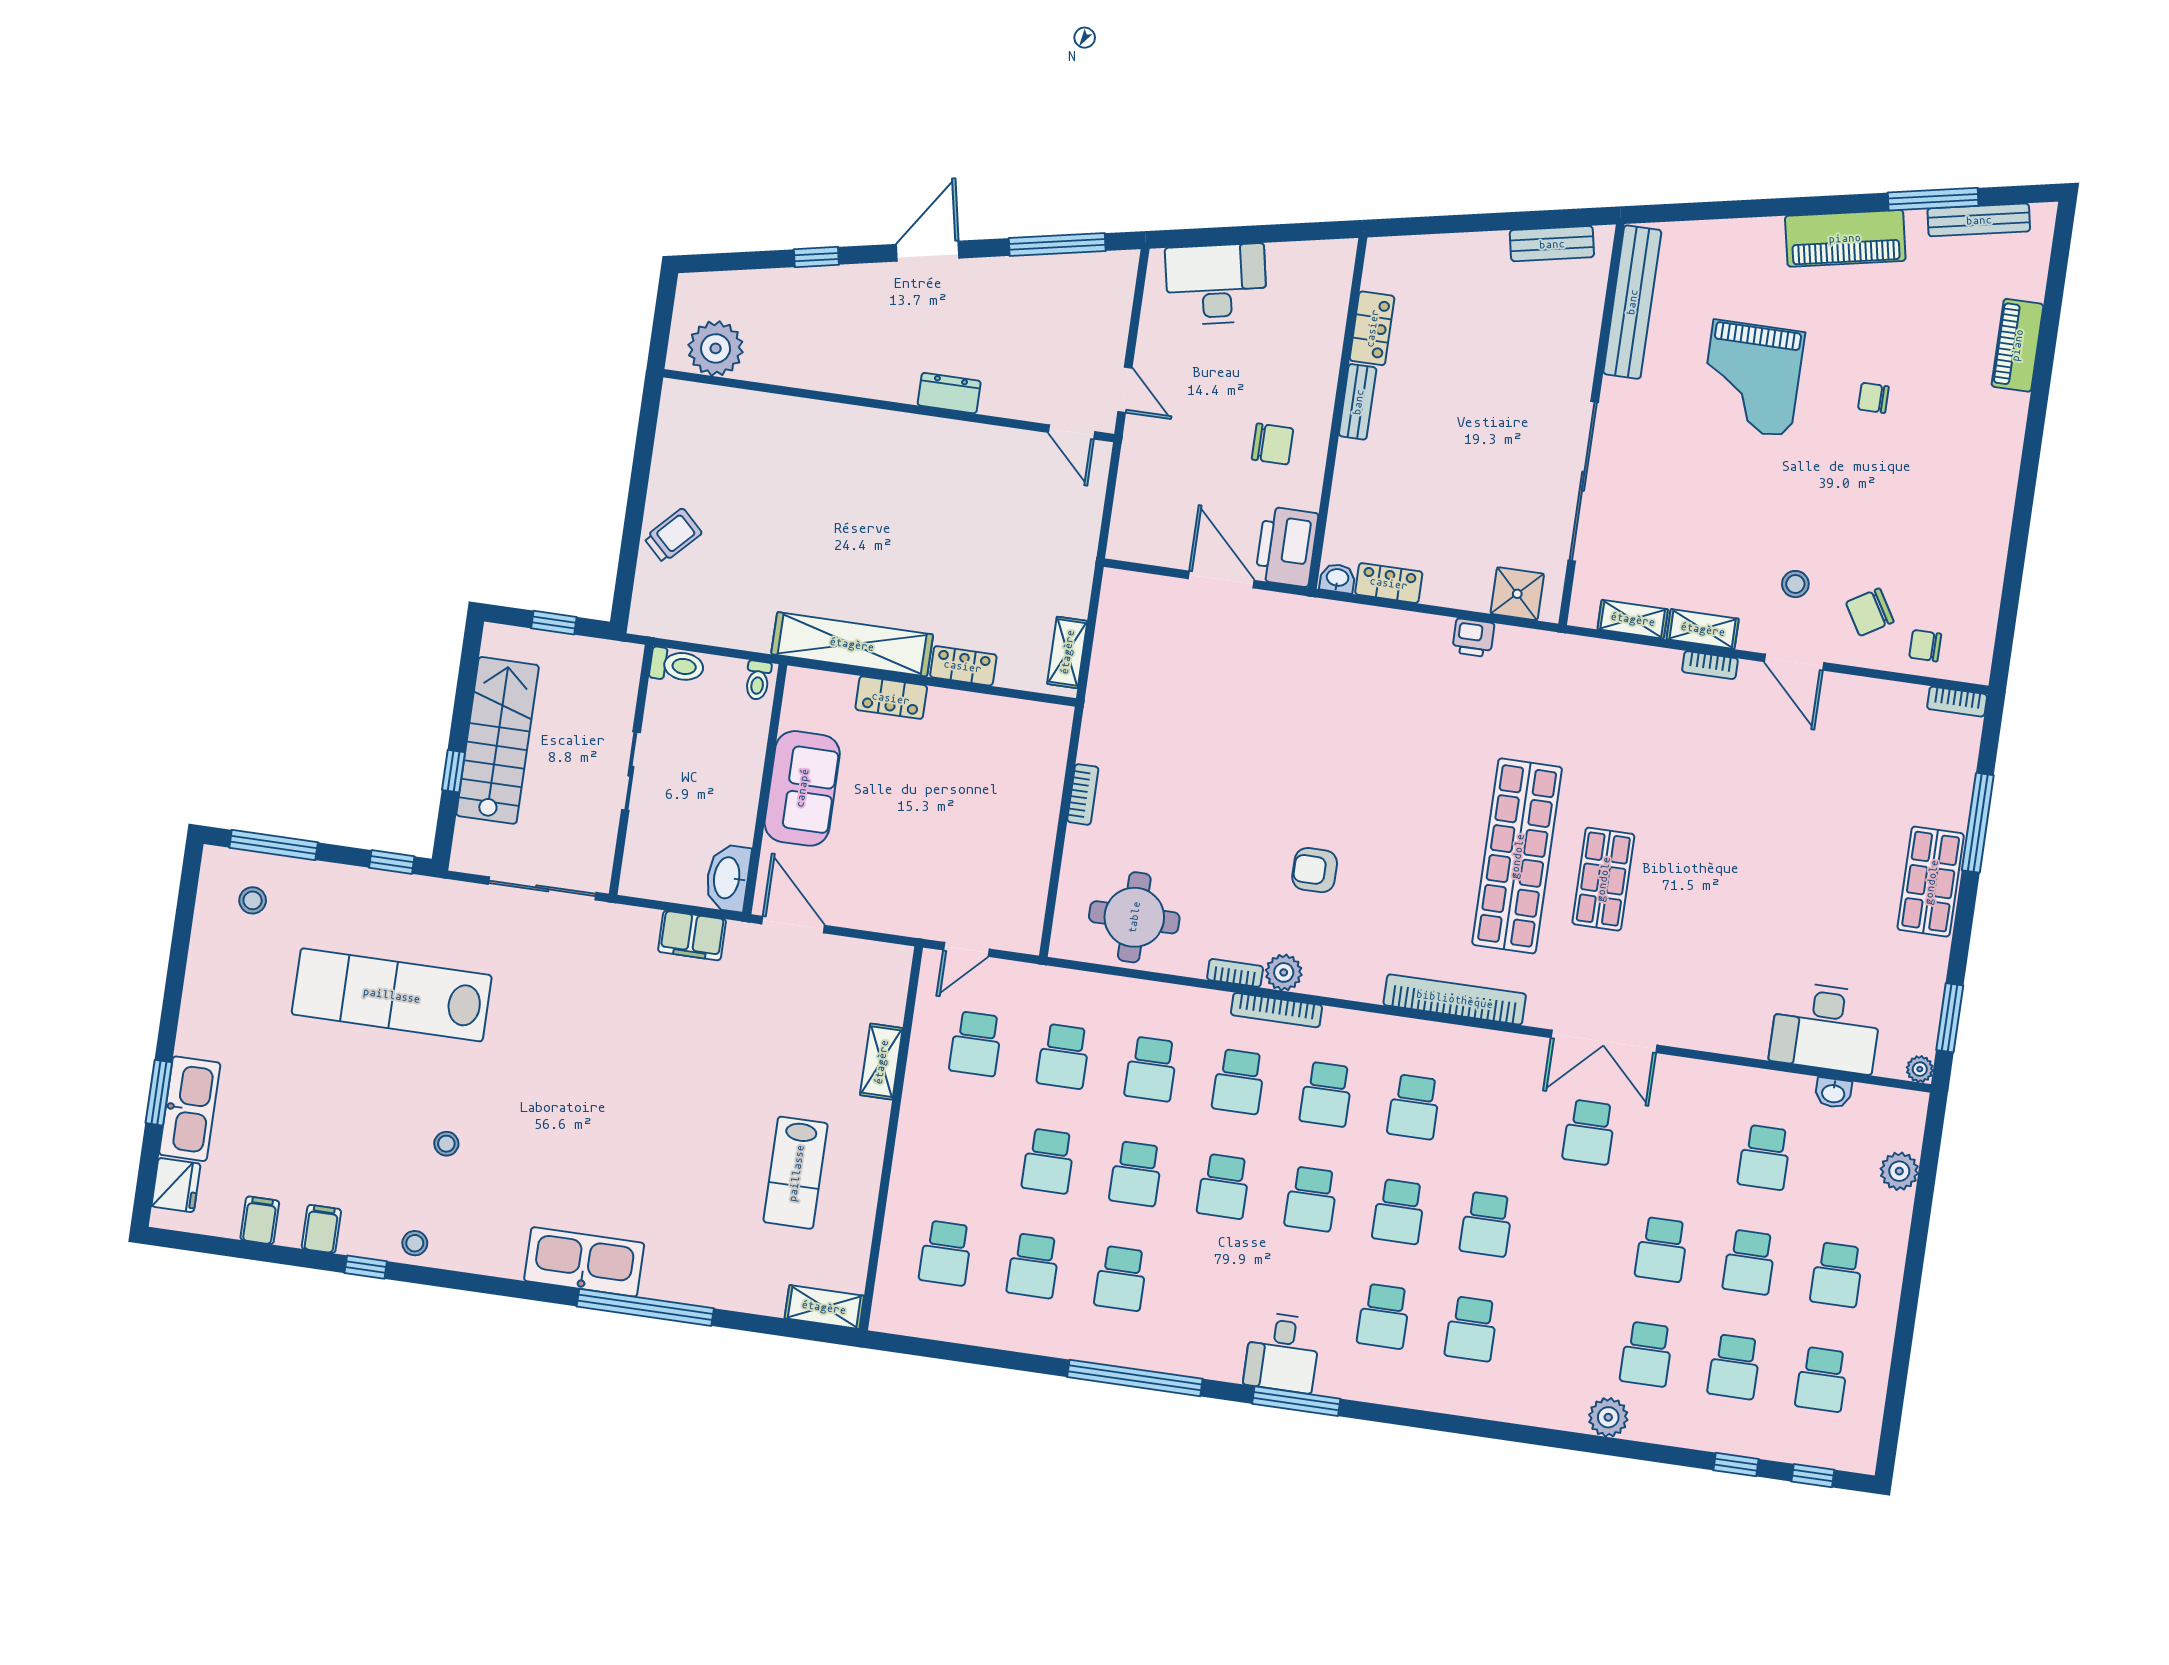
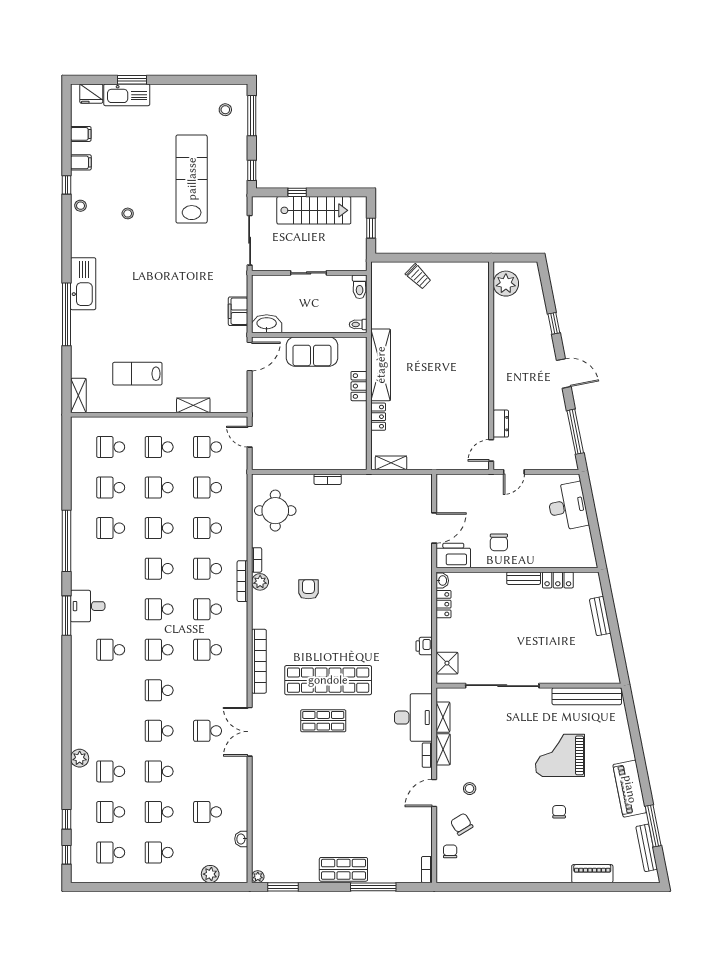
bench: (1552, 244) -> (600, 616), moved
dresser: (949, 393) -> (501, 424), moved
desk: (1826, 1028) -> (413, 718), moved, turned 180
school desk: (961, 1148) -> (159, 447), added
school desk: (1471, 1329) -> (159, 731), moved

